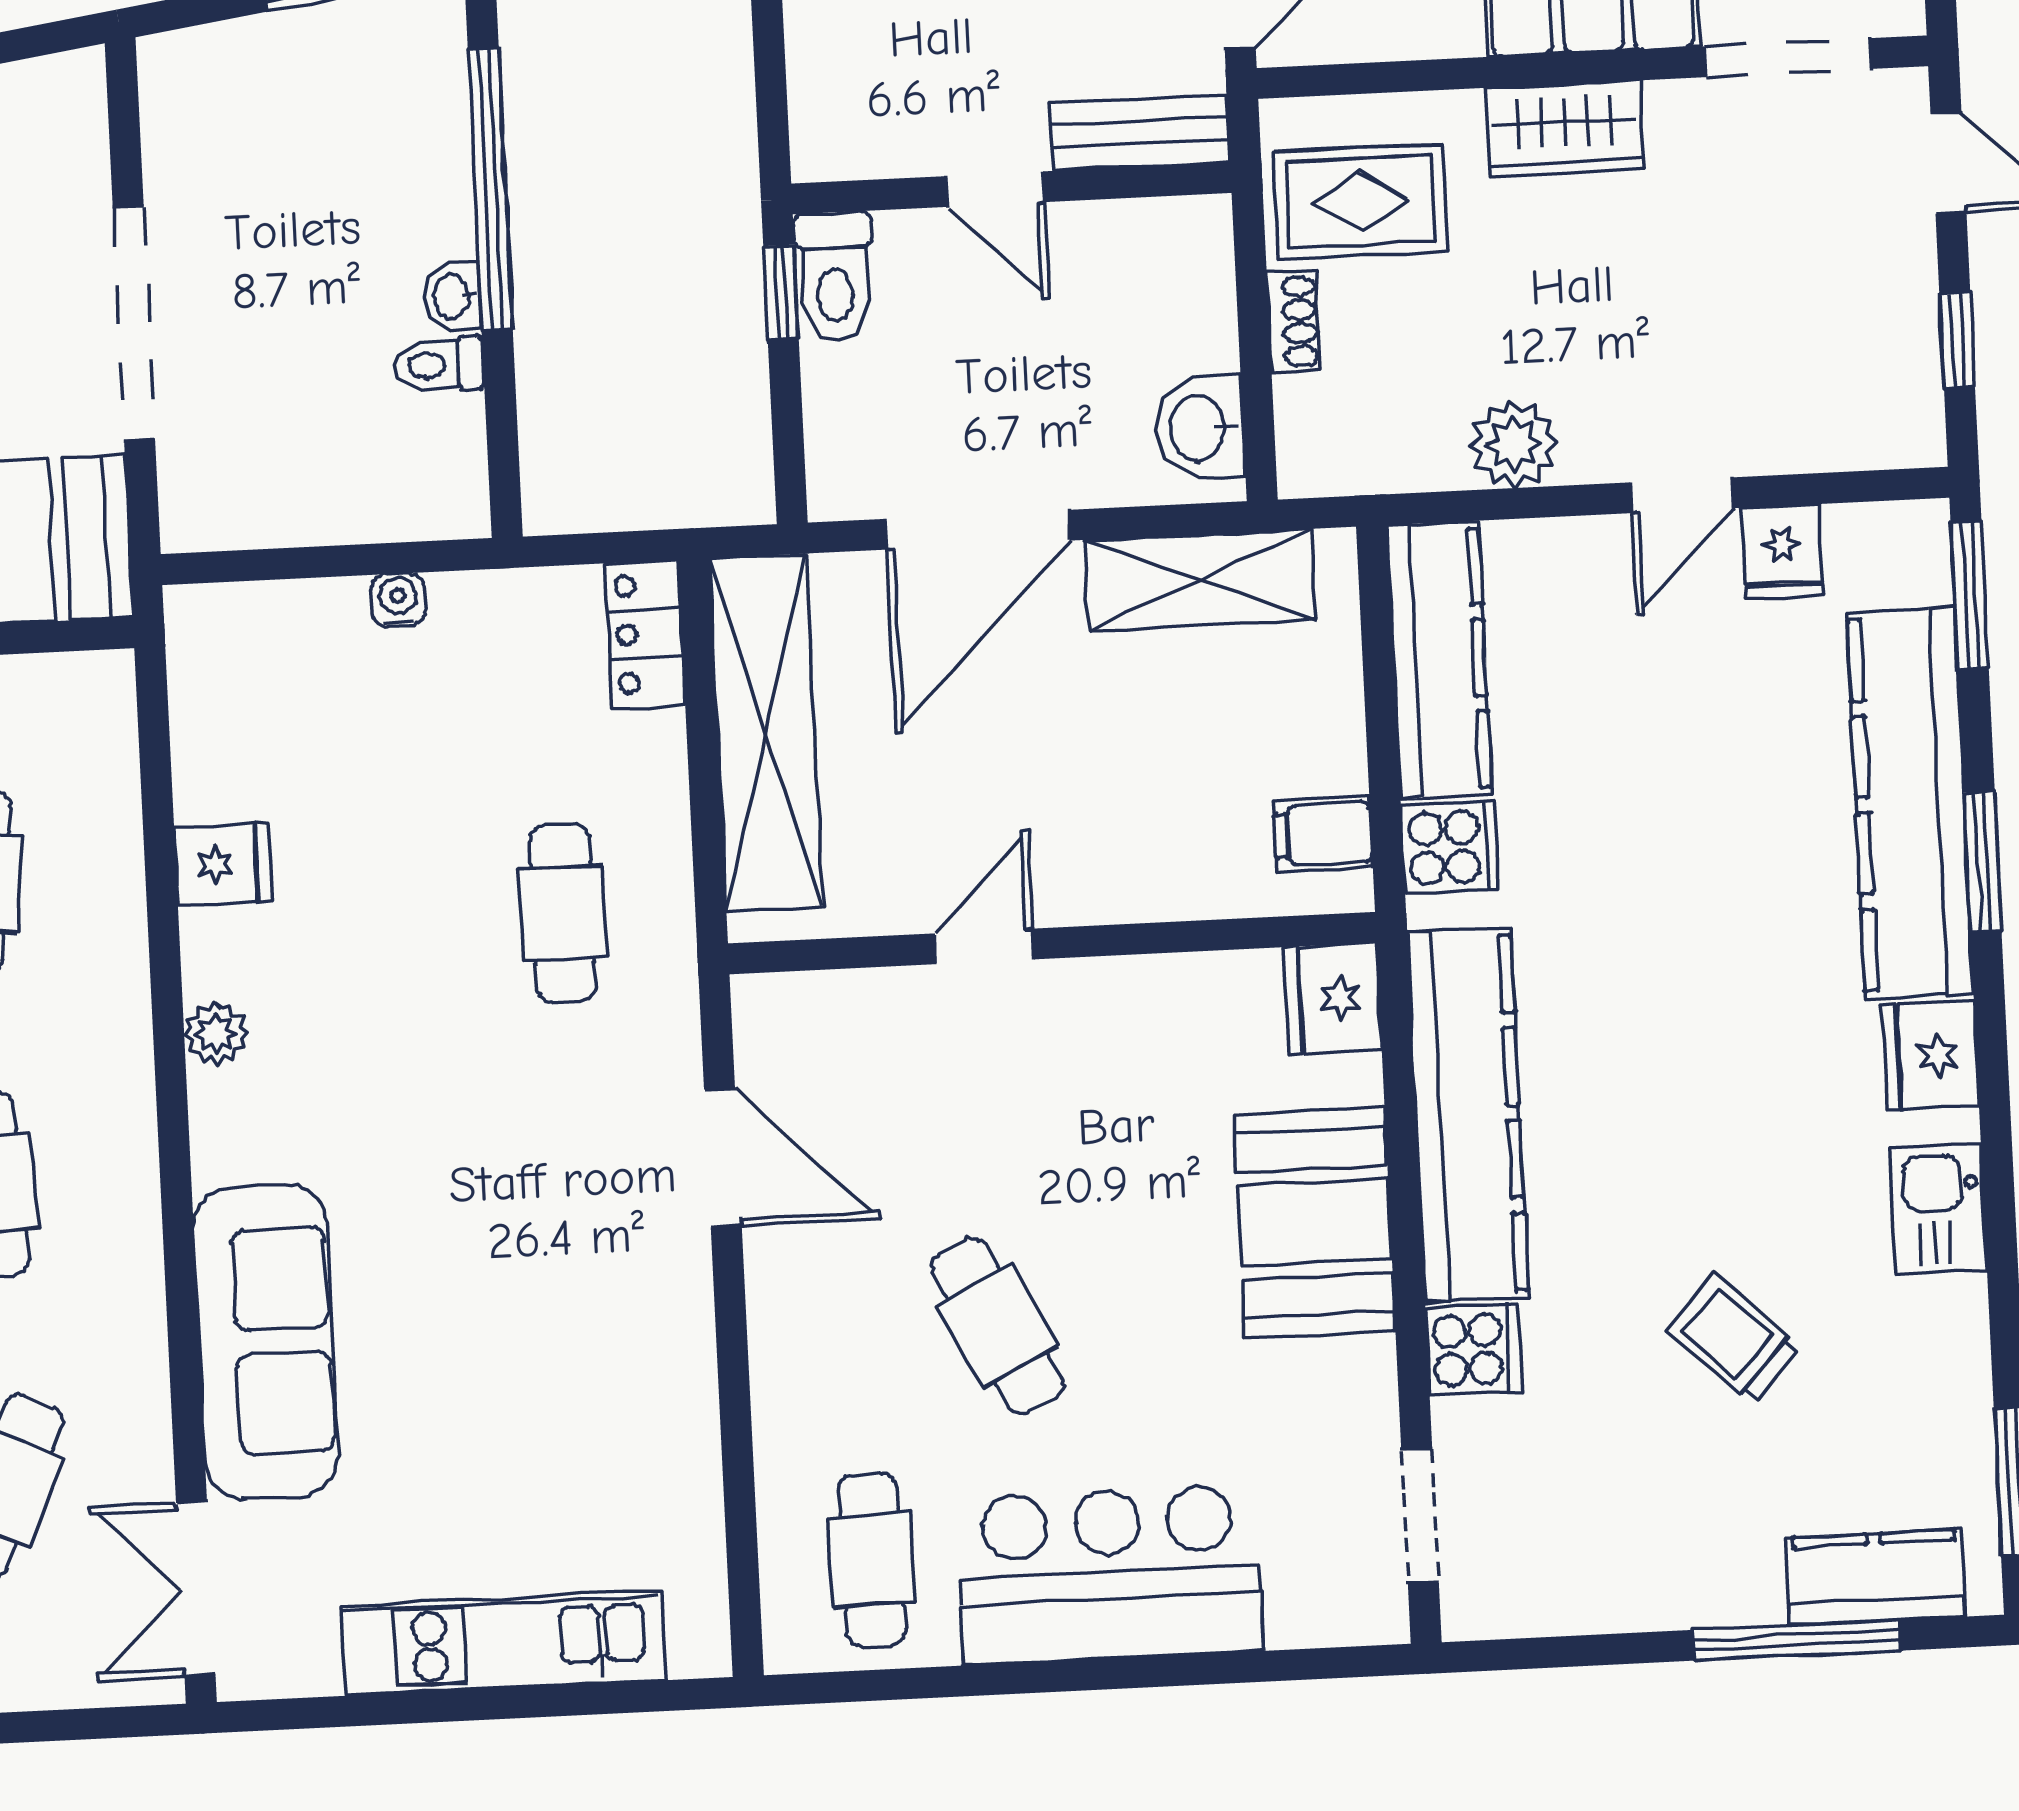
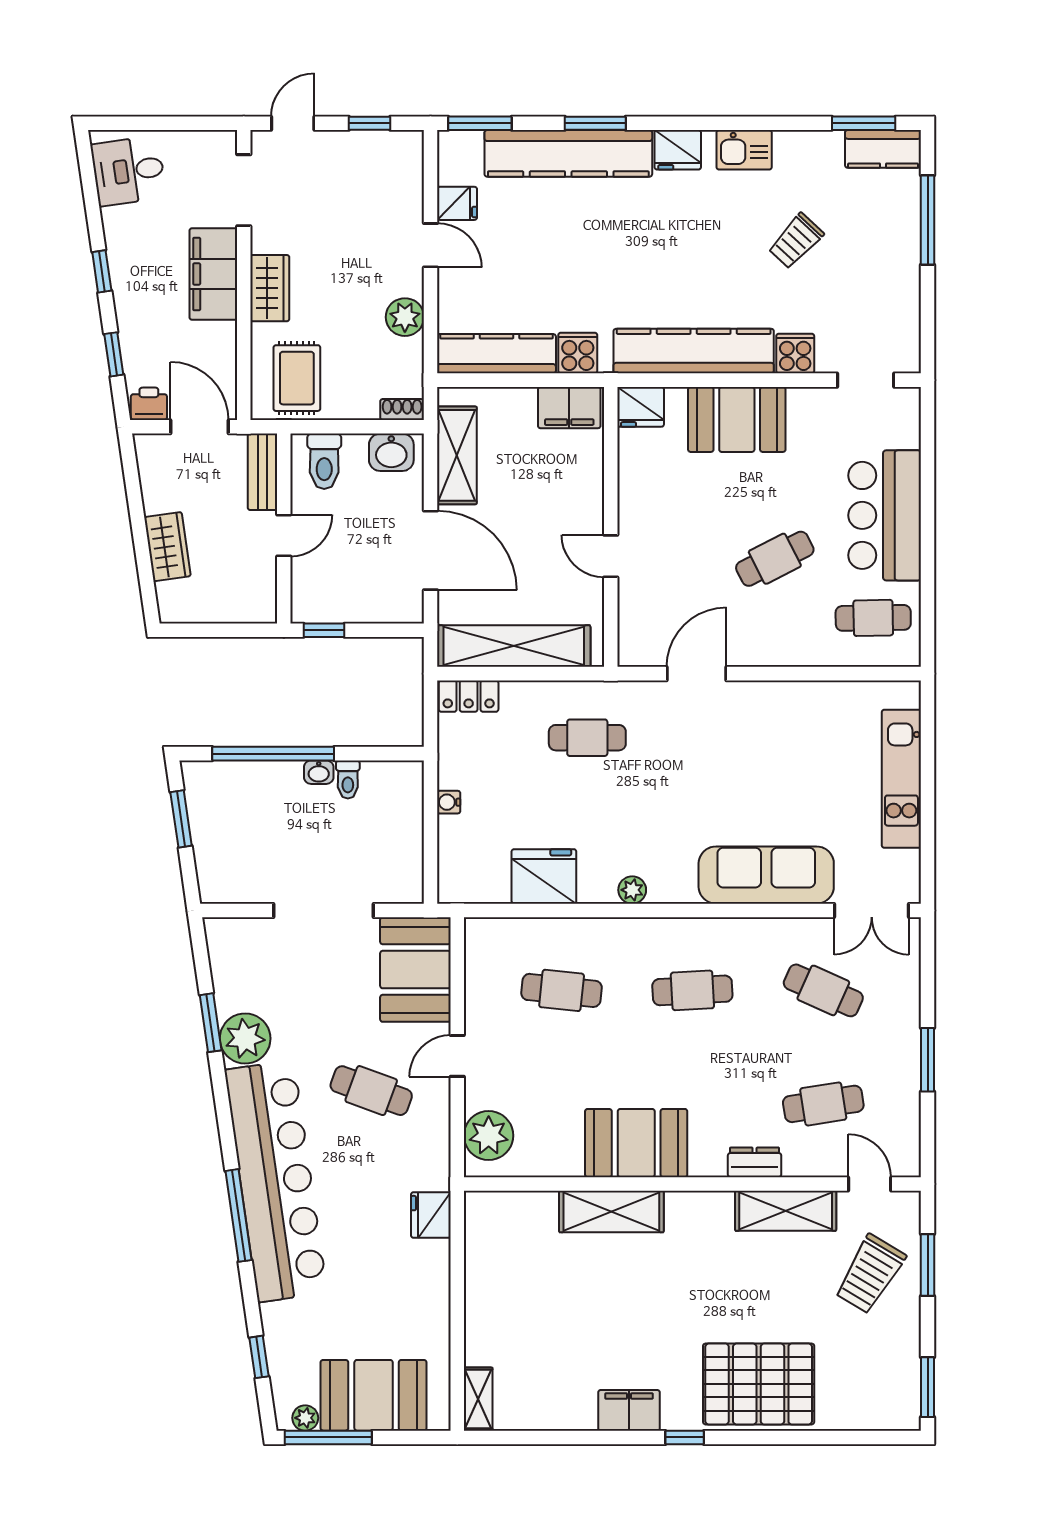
toilet: (835, 277) -> (324, 461), moved, turned 90
shoe rack: (1293, 322) -> (402, 410), moved
filing cabinet: (1323, 834) -> (569, 408), width x2.00
fridge: (223, 864) -> (544, 876), width x1.88, depth x1.34
kitchen counter: (1875, 1577) -> (883, 149), moved, turned -90

